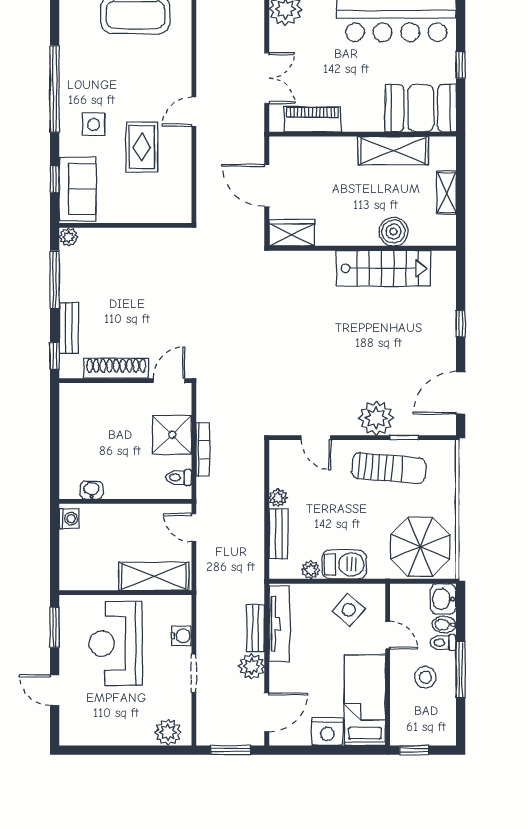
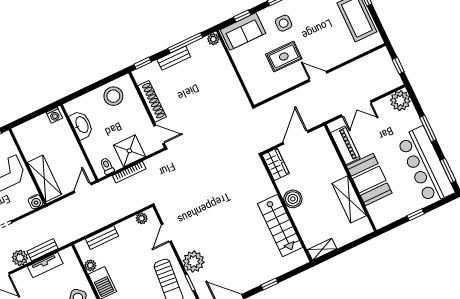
booth: (421, 108) -> (369, 180), moved
shelving: (446, 192) -> (322, 249), moved
boiler: (394, 232) -> (293, 199), moved
bench: (69, 328) -> (174, 58), moved
stool: (82, 420) -> (113, 96), added
washbasin: (92, 490) -> (82, 125), width x1.91, depth x1.45
plant: (278, 498) -> (142, 218), moved
tv unit: (279, 624) -> (45, 265), width x0.71
water cooler: (181, 636) -> (36, 202), moved

